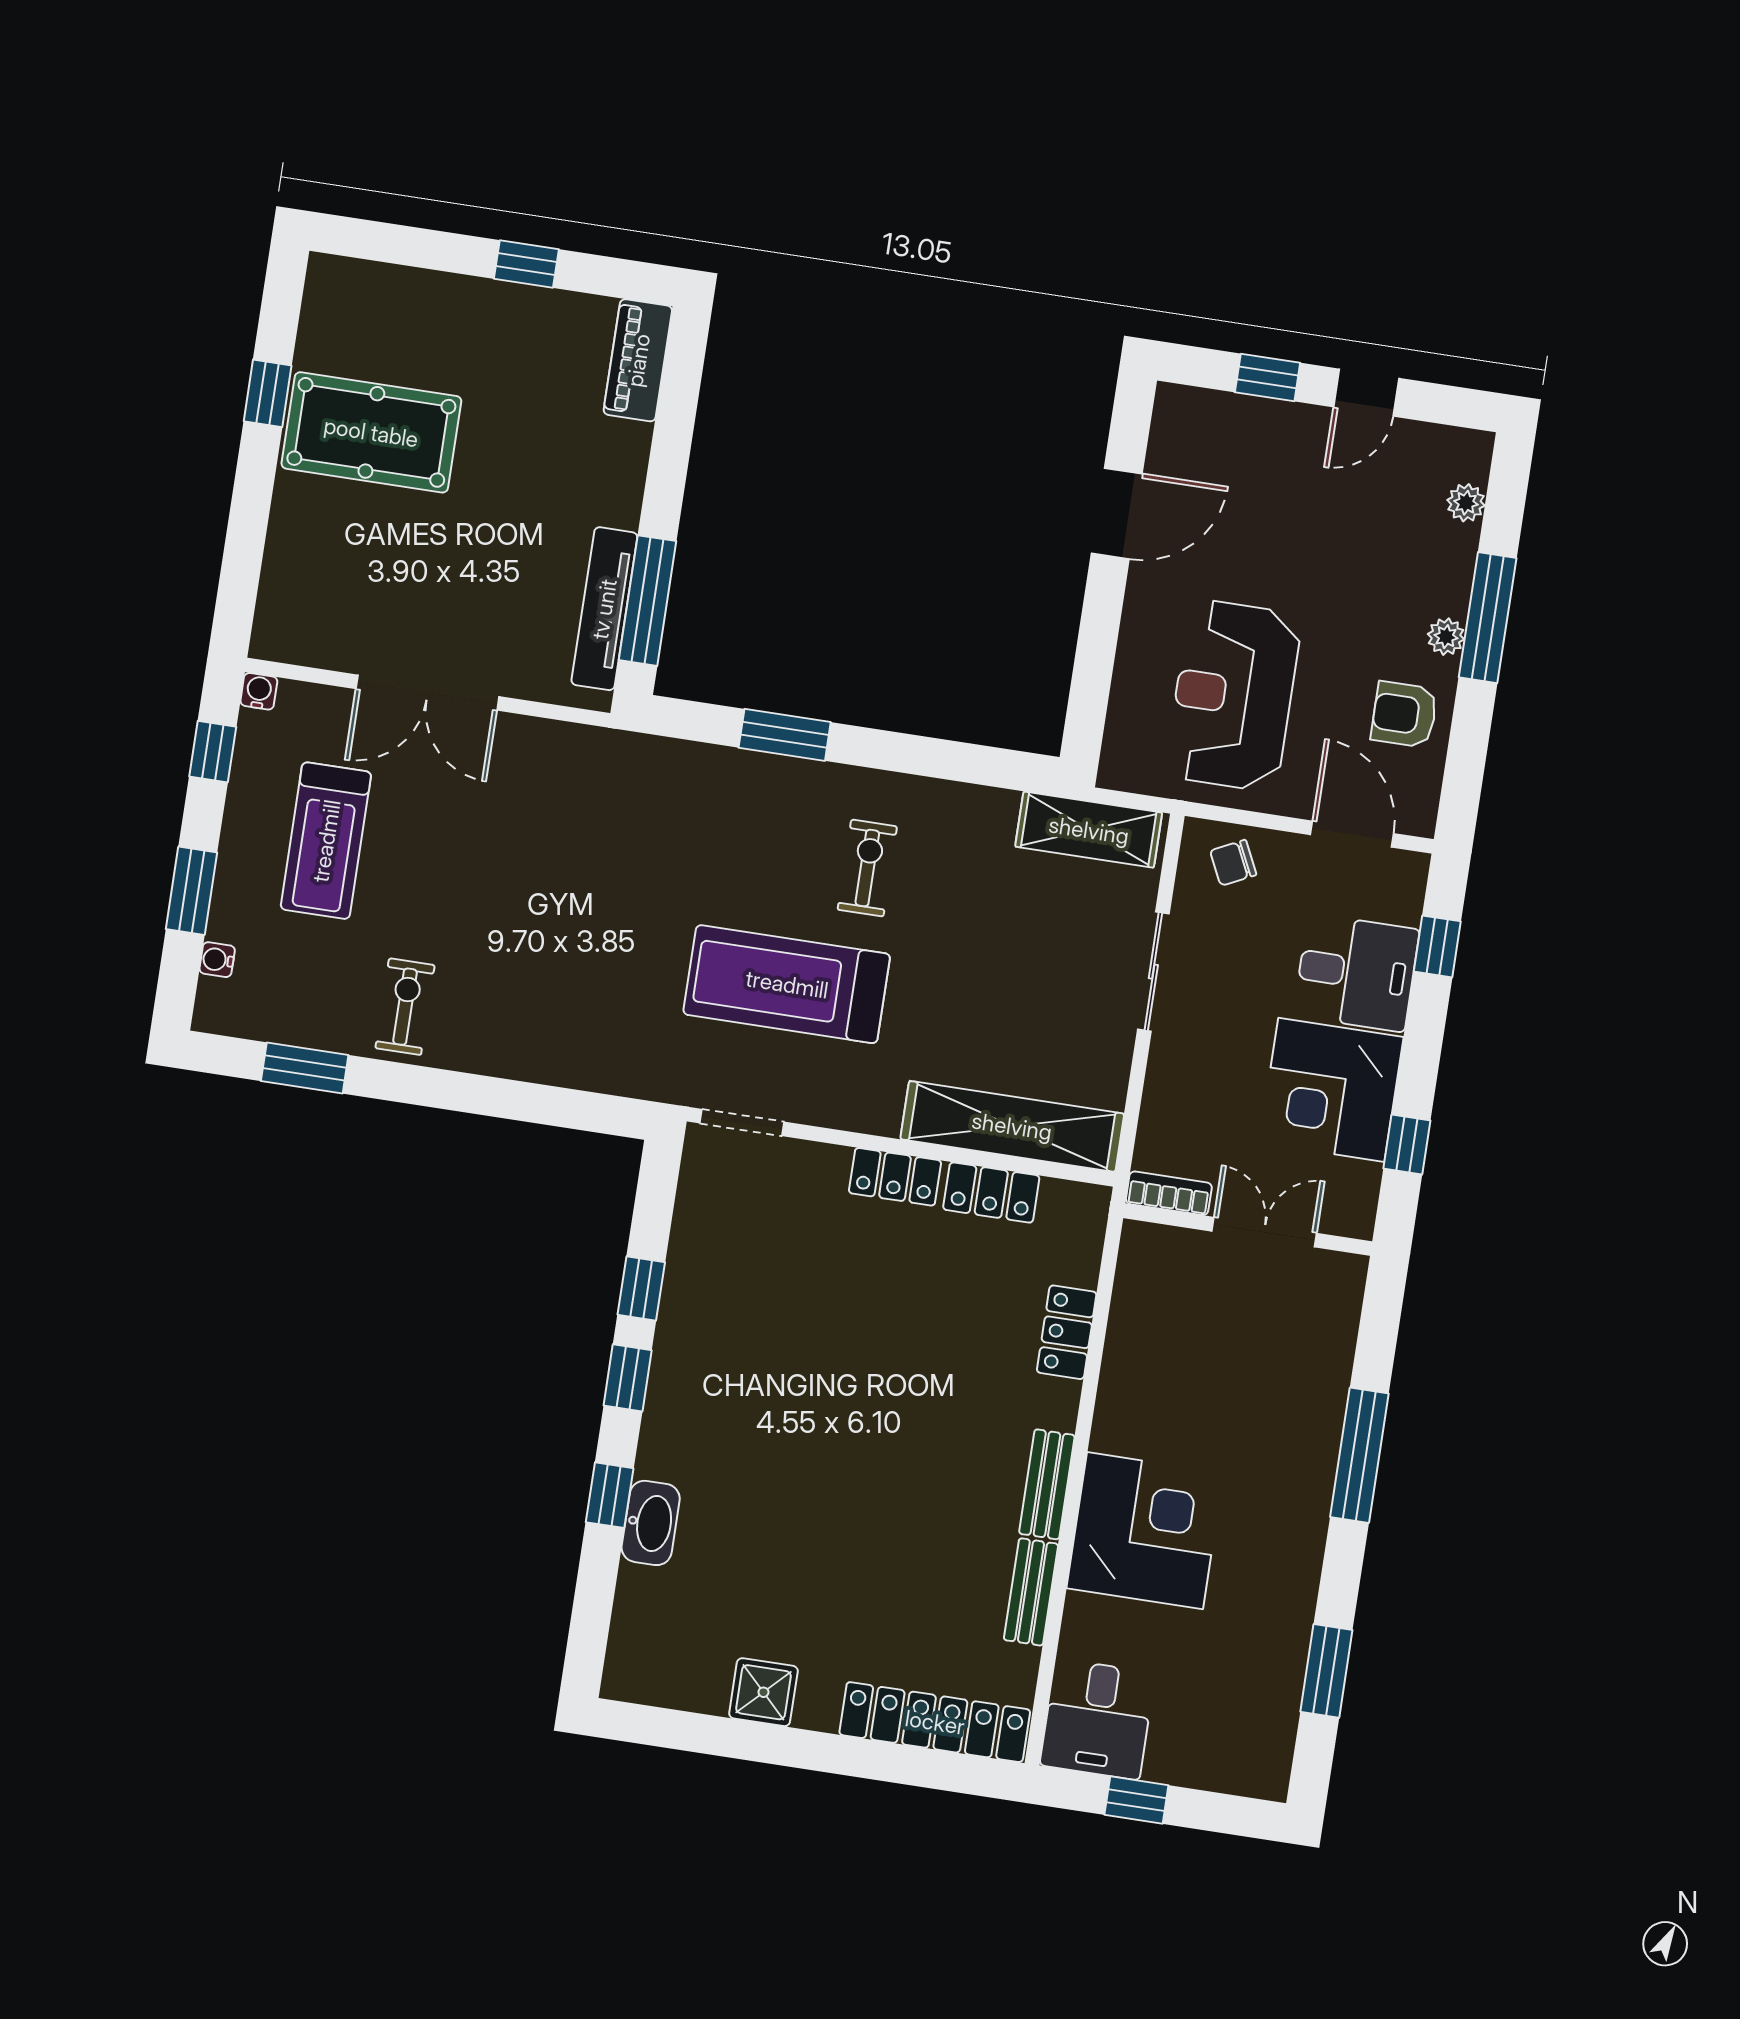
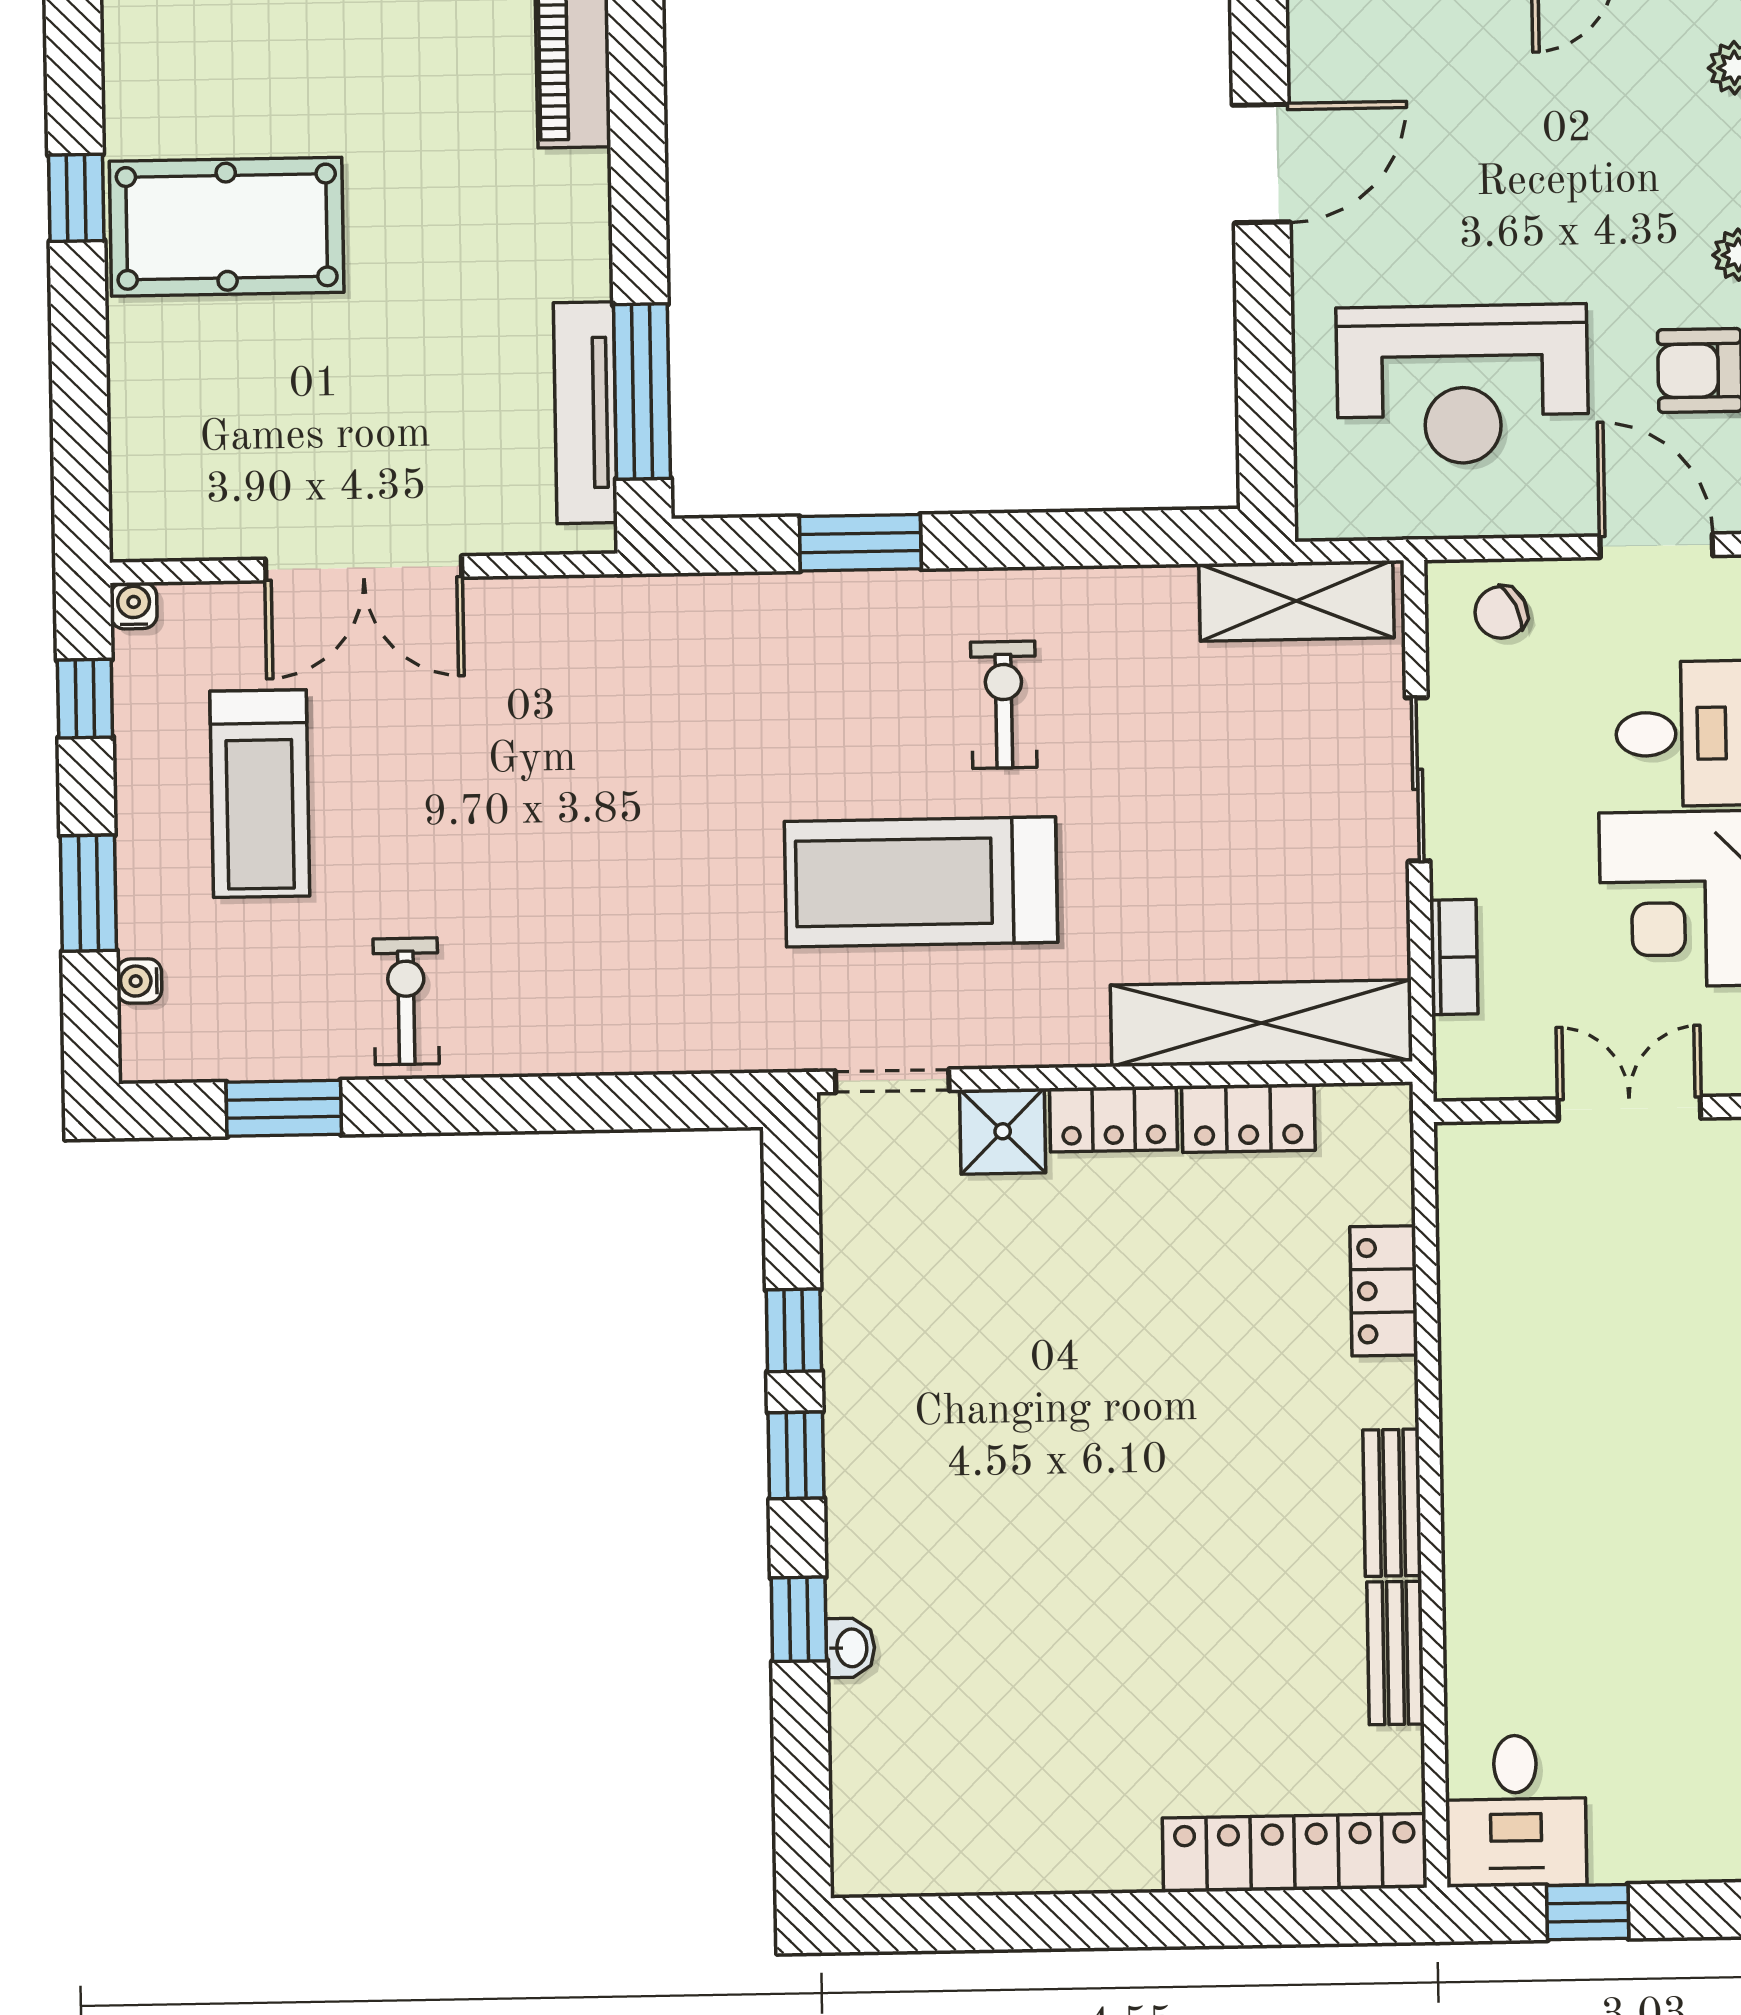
reception desk: (1233, 695) -> (1462, 384), turned -90
bookcase: (1169, 1193) -> (1454, 957), moved, turned 90
washbasin: (651, 1523) -> (850, 1648), width x0.52, depth x0.69
corner desk: (1145, 1531) -> (1537, 1543), removed
shower: (763, 1692) -> (1003, 1131), moved

